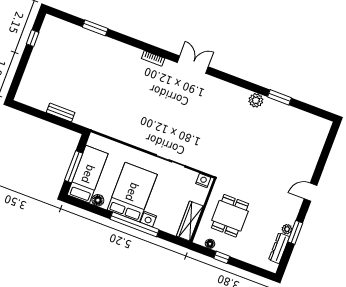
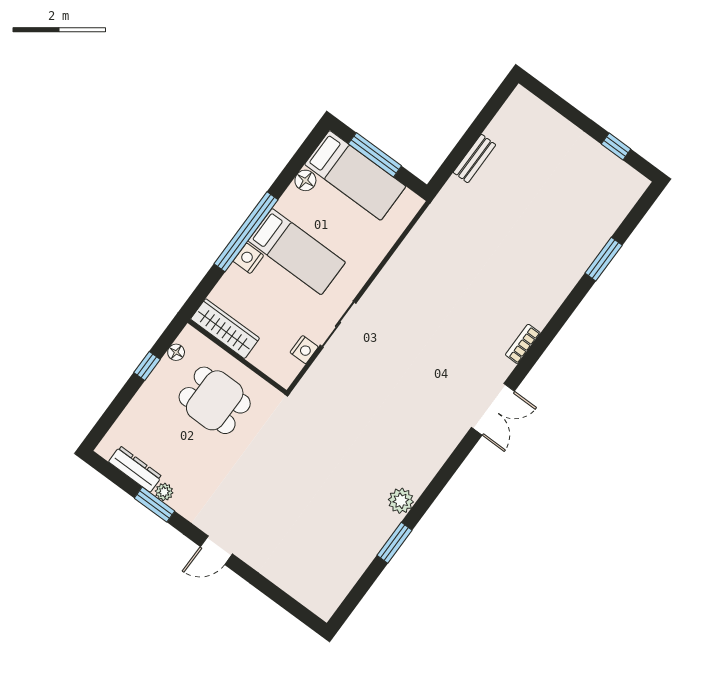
nightstand: (203, 181) -> (304, 350), moved
bed: (132, 192) -> (297, 252), width x0.67
door: (310, 192) -> (216, 550), swing flipped

